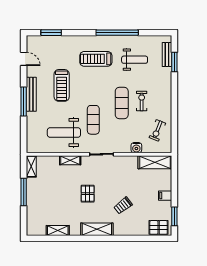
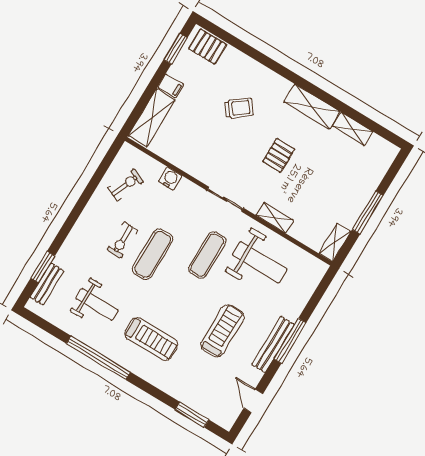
weight bench: (135, 60) -> (97, 304), turned 180
shelving: (155, 162) -> (152, 118), moved, turned 90
shelving: (97, 229) -> (312, 107), moved

